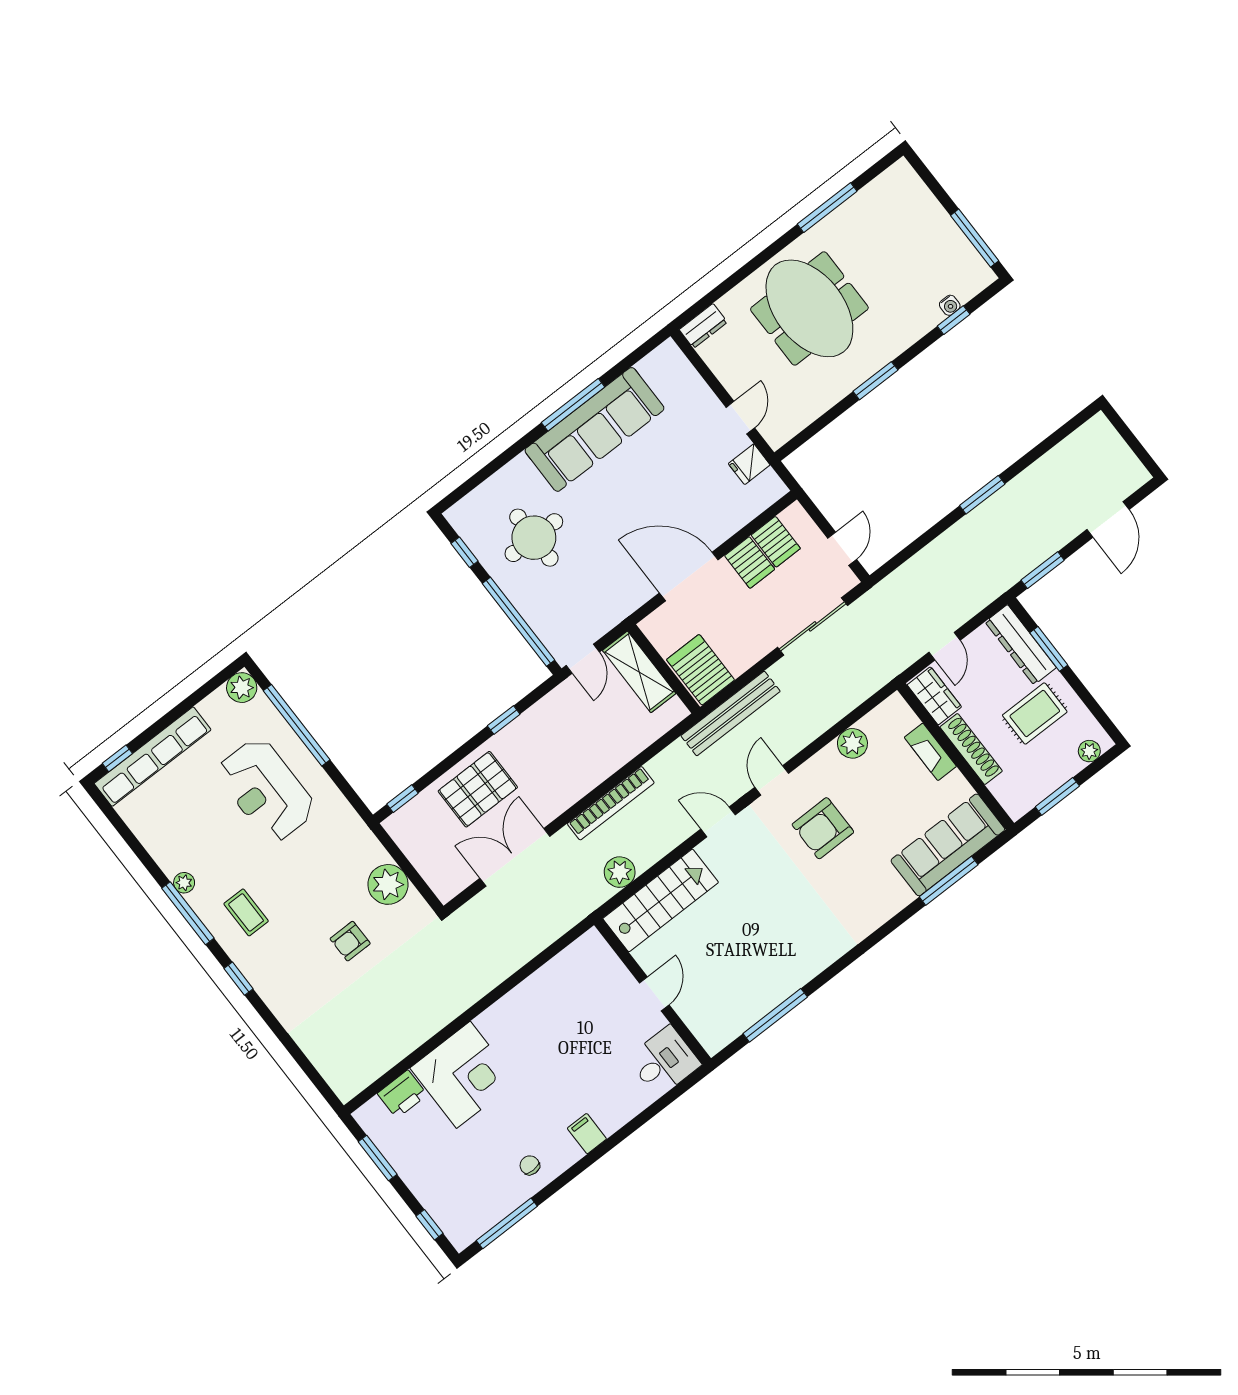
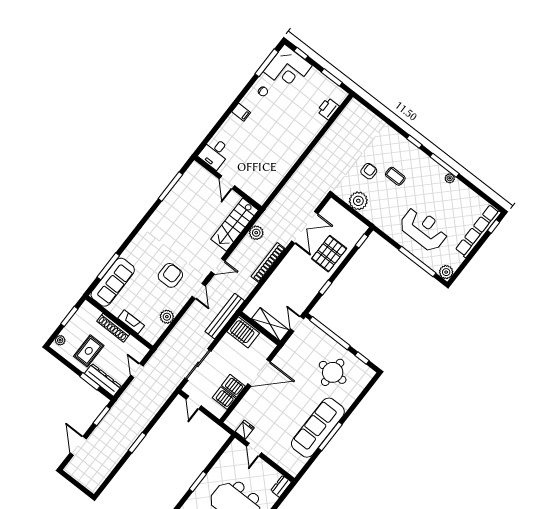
wardrobe: (934, 696) -> (136, 347), removed
coffee table: (246, 912) -> (395, 176), moved
corner desk: (463, 1075) -> (288, 69), moved, turned -90

